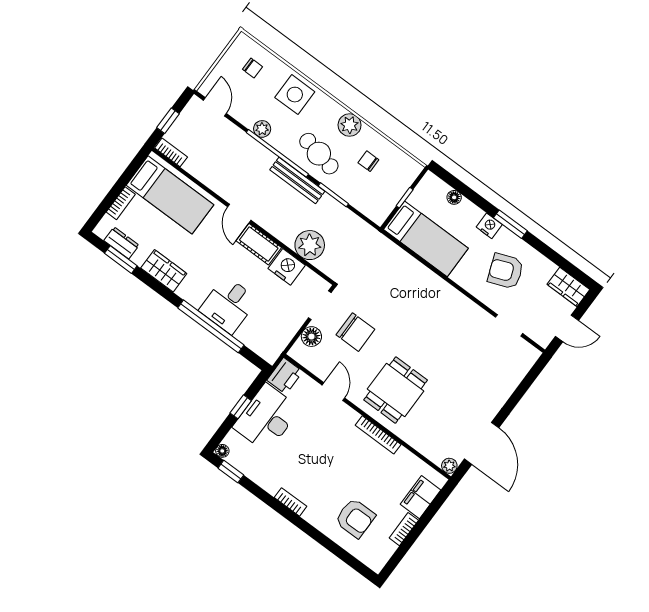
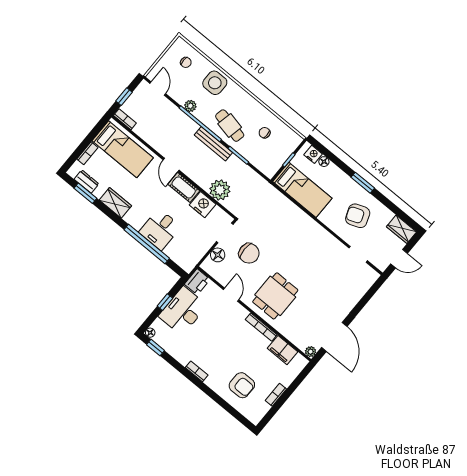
plant: (350, 125) -> (252, 106), removed
nightstand: (489, 226) -> (313, 154), moved
filing cabinet: (421, 497) -> (282, 350), moved, turned -90

